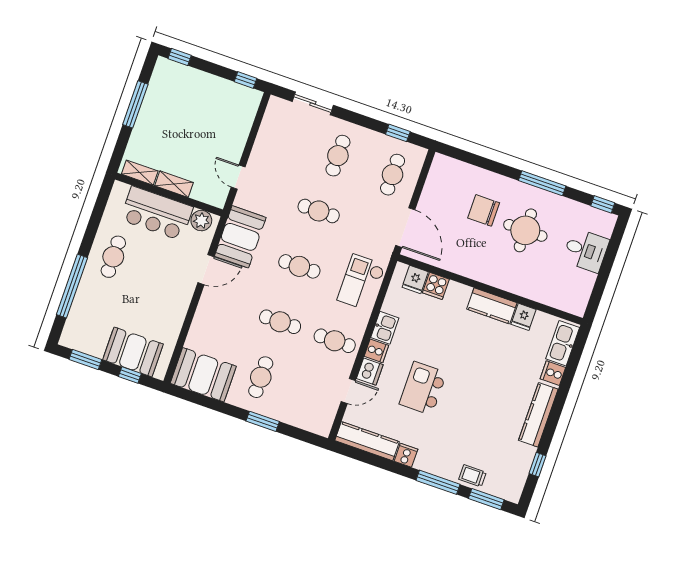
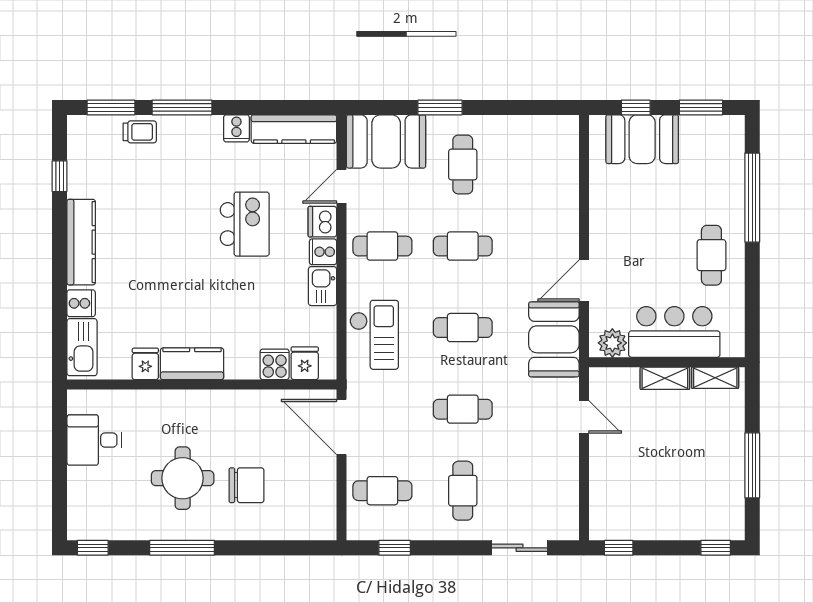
cafe table: (393, 175) -> (382, 491), turned 90
desk: (586, 250) -> (94, 440), moved
booth: (203, 375) -> (386, 141), moved

